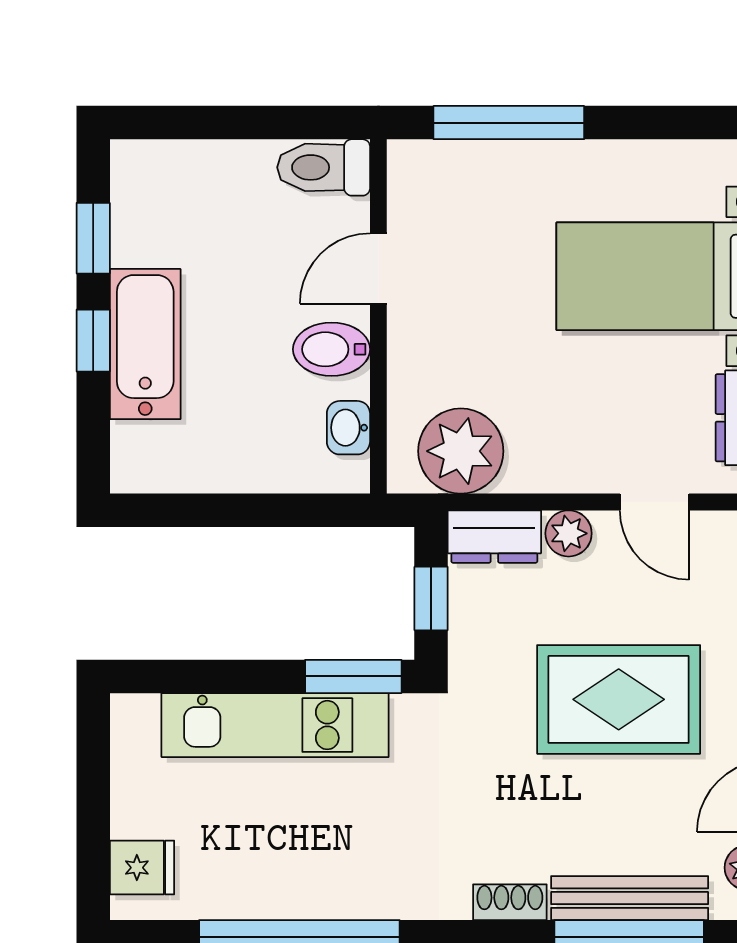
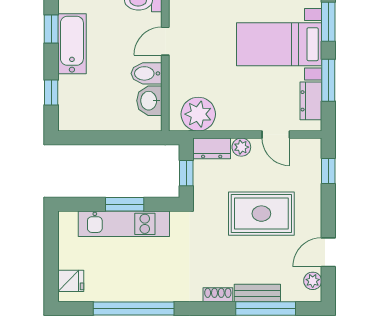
window: (93, 341) -> (51, 92), moved
bathtub: (145, 344) -> (72, 44), moved
washbasin: (348, 428) -> (149, 101), width x1.38, depth x1.45
window: (353, 676) -> (125, 204), moved
bench: (630, 898) -> (257, 293), width x0.73

